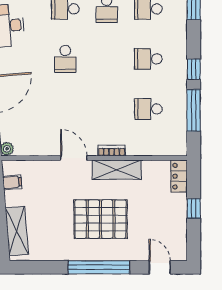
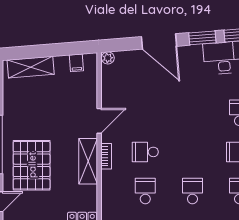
school desk: (65, 59) -> (145, 152), moved
pallet: (100, 219) -> (32, 165), moved

